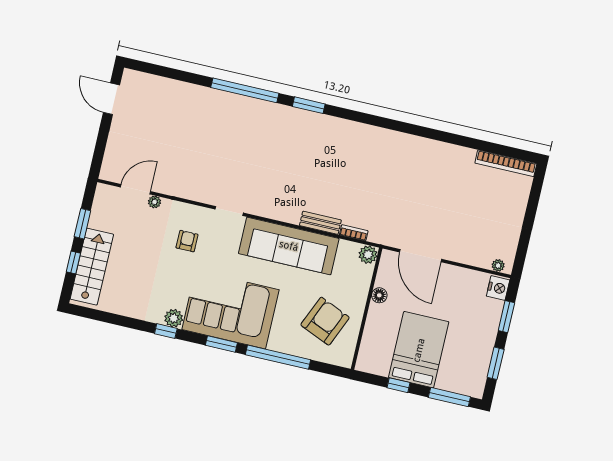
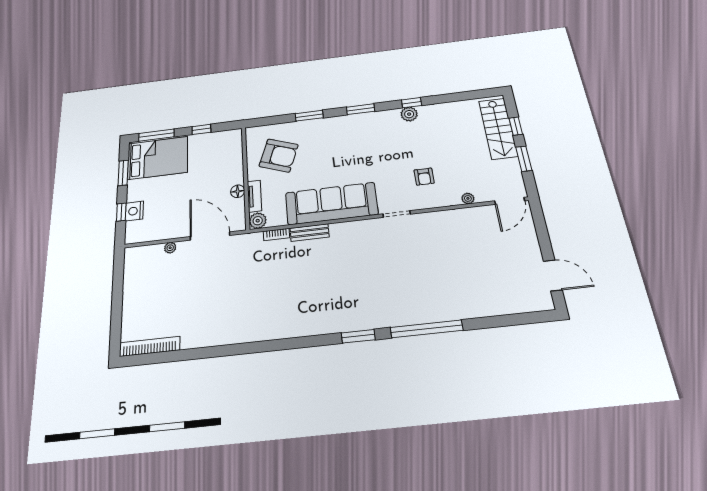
door: (135, 189) -> (510, 201), moved
plant: (498, 265) -> (170, 248), moved
tv unit: (364, 283) -> (254, 196), added
nightstand: (498, 288) -> (134, 211), moved
corner sofa: (230, 310) -> (363, 137), removed
window: (506, 317) -> (121, 212), width x0.67
armchair: (325, 321) -> (279, 155), turned -93
bed: (419, 350) -> (158, 158), moved, turned -90
window: (278, 357) -> (309, 116), width x0.47

